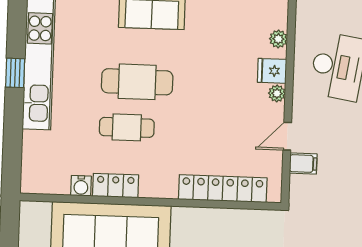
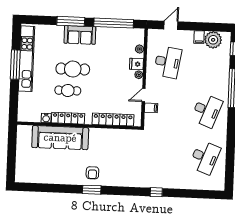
window: (15, 73) -> (15, 65), width x2.17
locker: (116, 186) -> (68, 118), width x1.53

